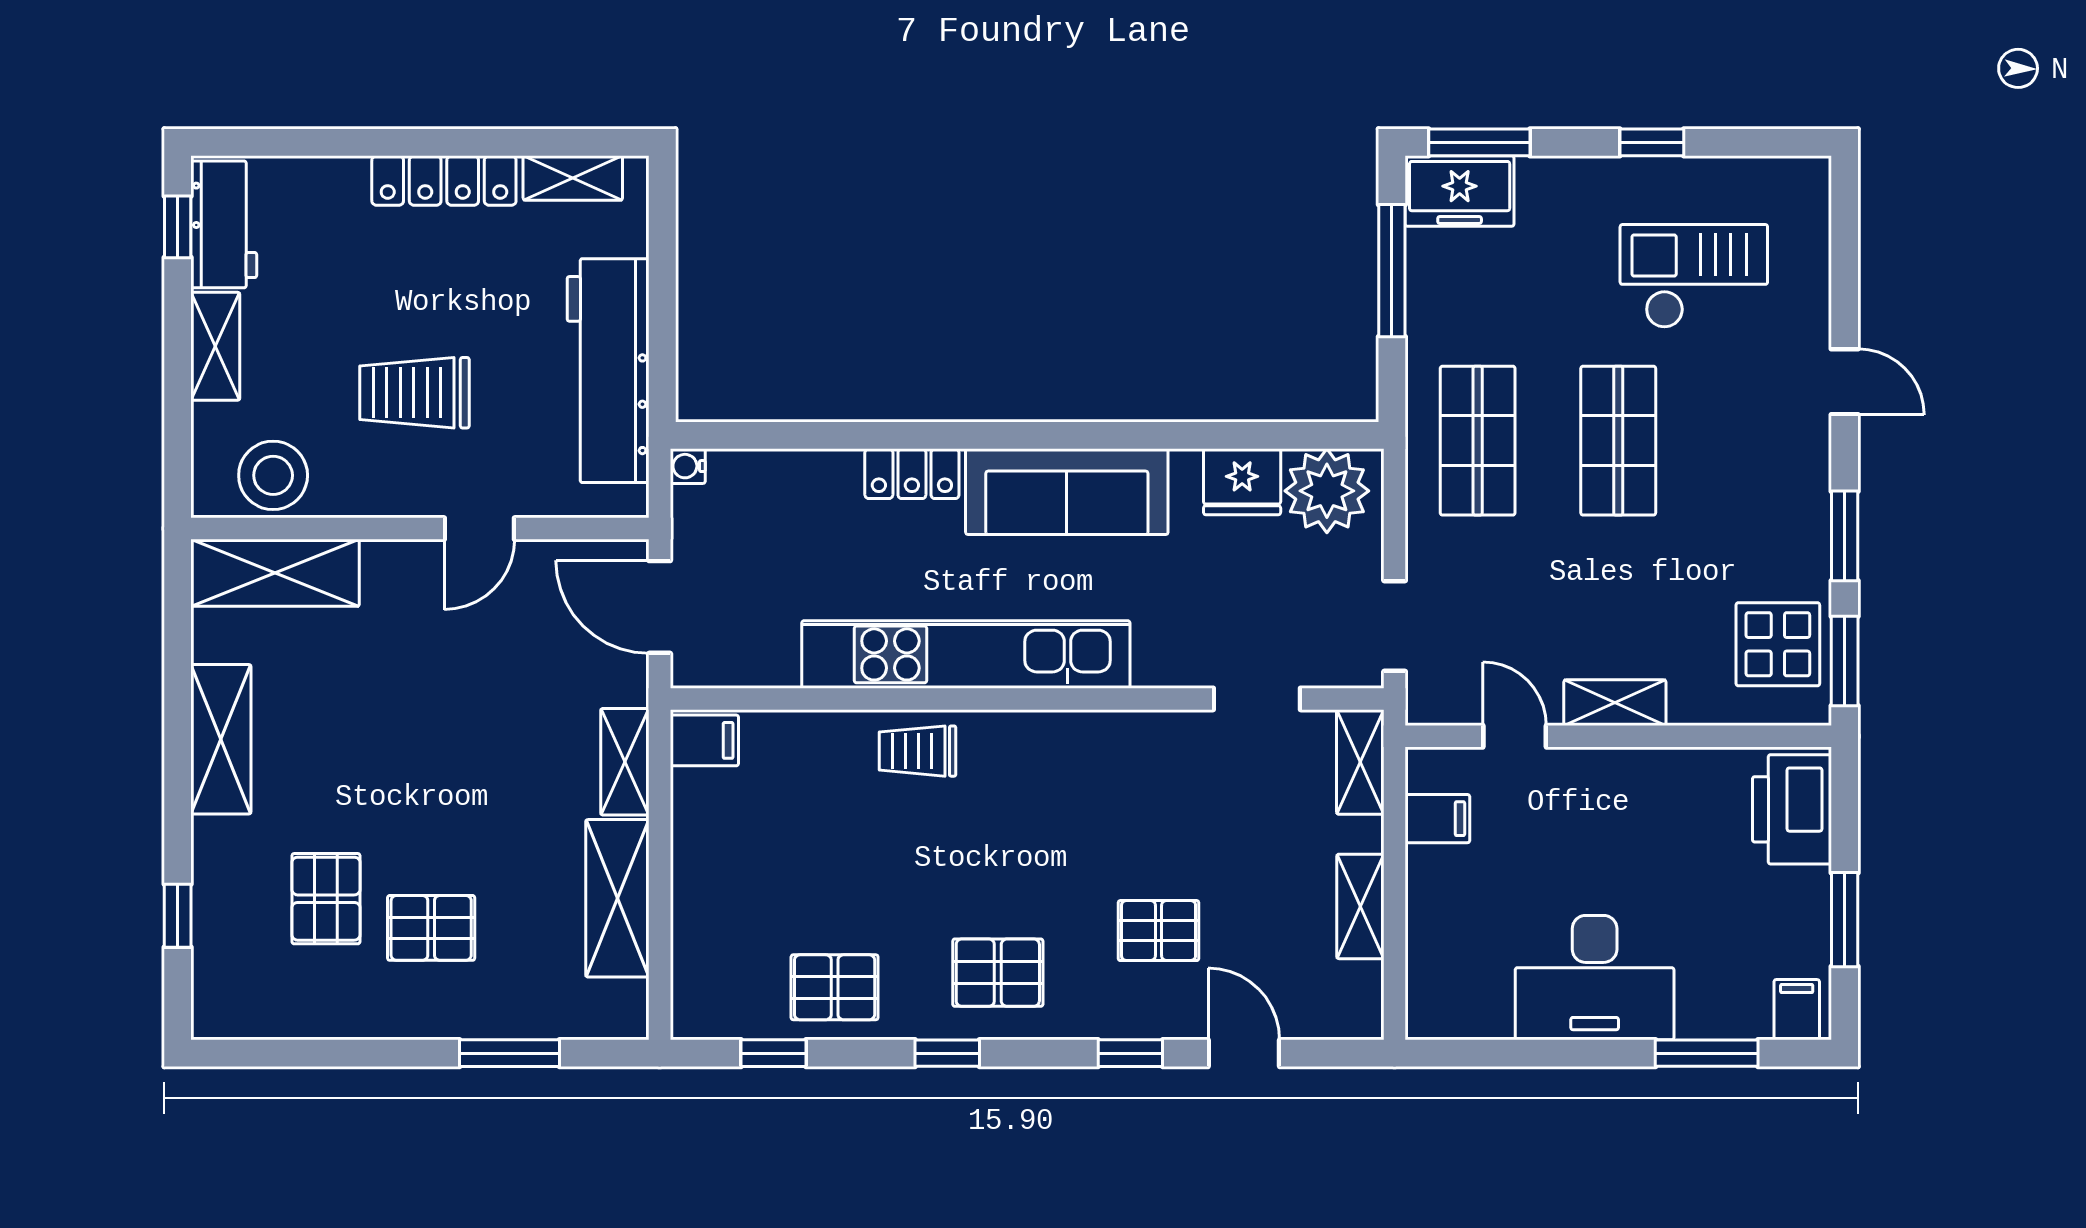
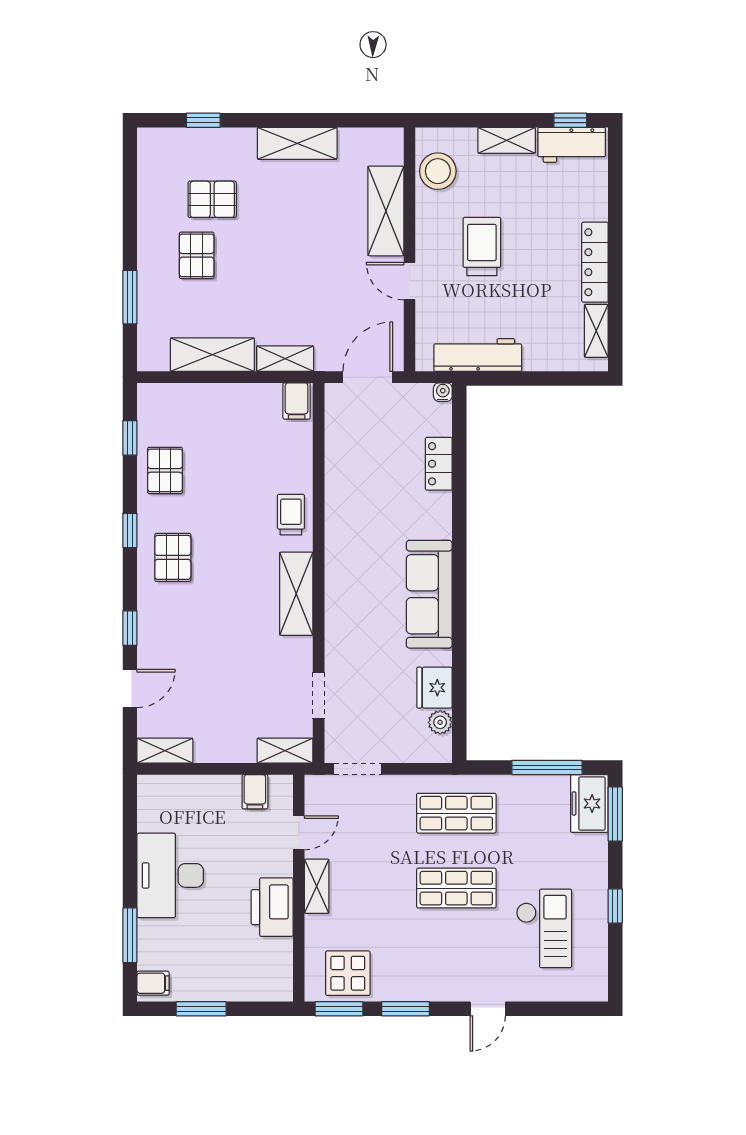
workbench: (608, 371) -> (478, 355), width x0.73, depth x0.76
locker: (912, 474) -> (439, 464), moved
plant: (1327, 491) -> (440, 722), width x0.53, depth x0.53
shelving: (275, 573) -> (386, 211), moved
kitchen unit: (966, 654) -> (342, 540), removed
shelving: (1066, 741) -> (296, 594), added
printer: (1792, 809) -> (272, 907), moved, turned -90
shelving: (1360, 906) -> (165, 751), moved
pallet: (1159, 931) -> (195, 643), removed

